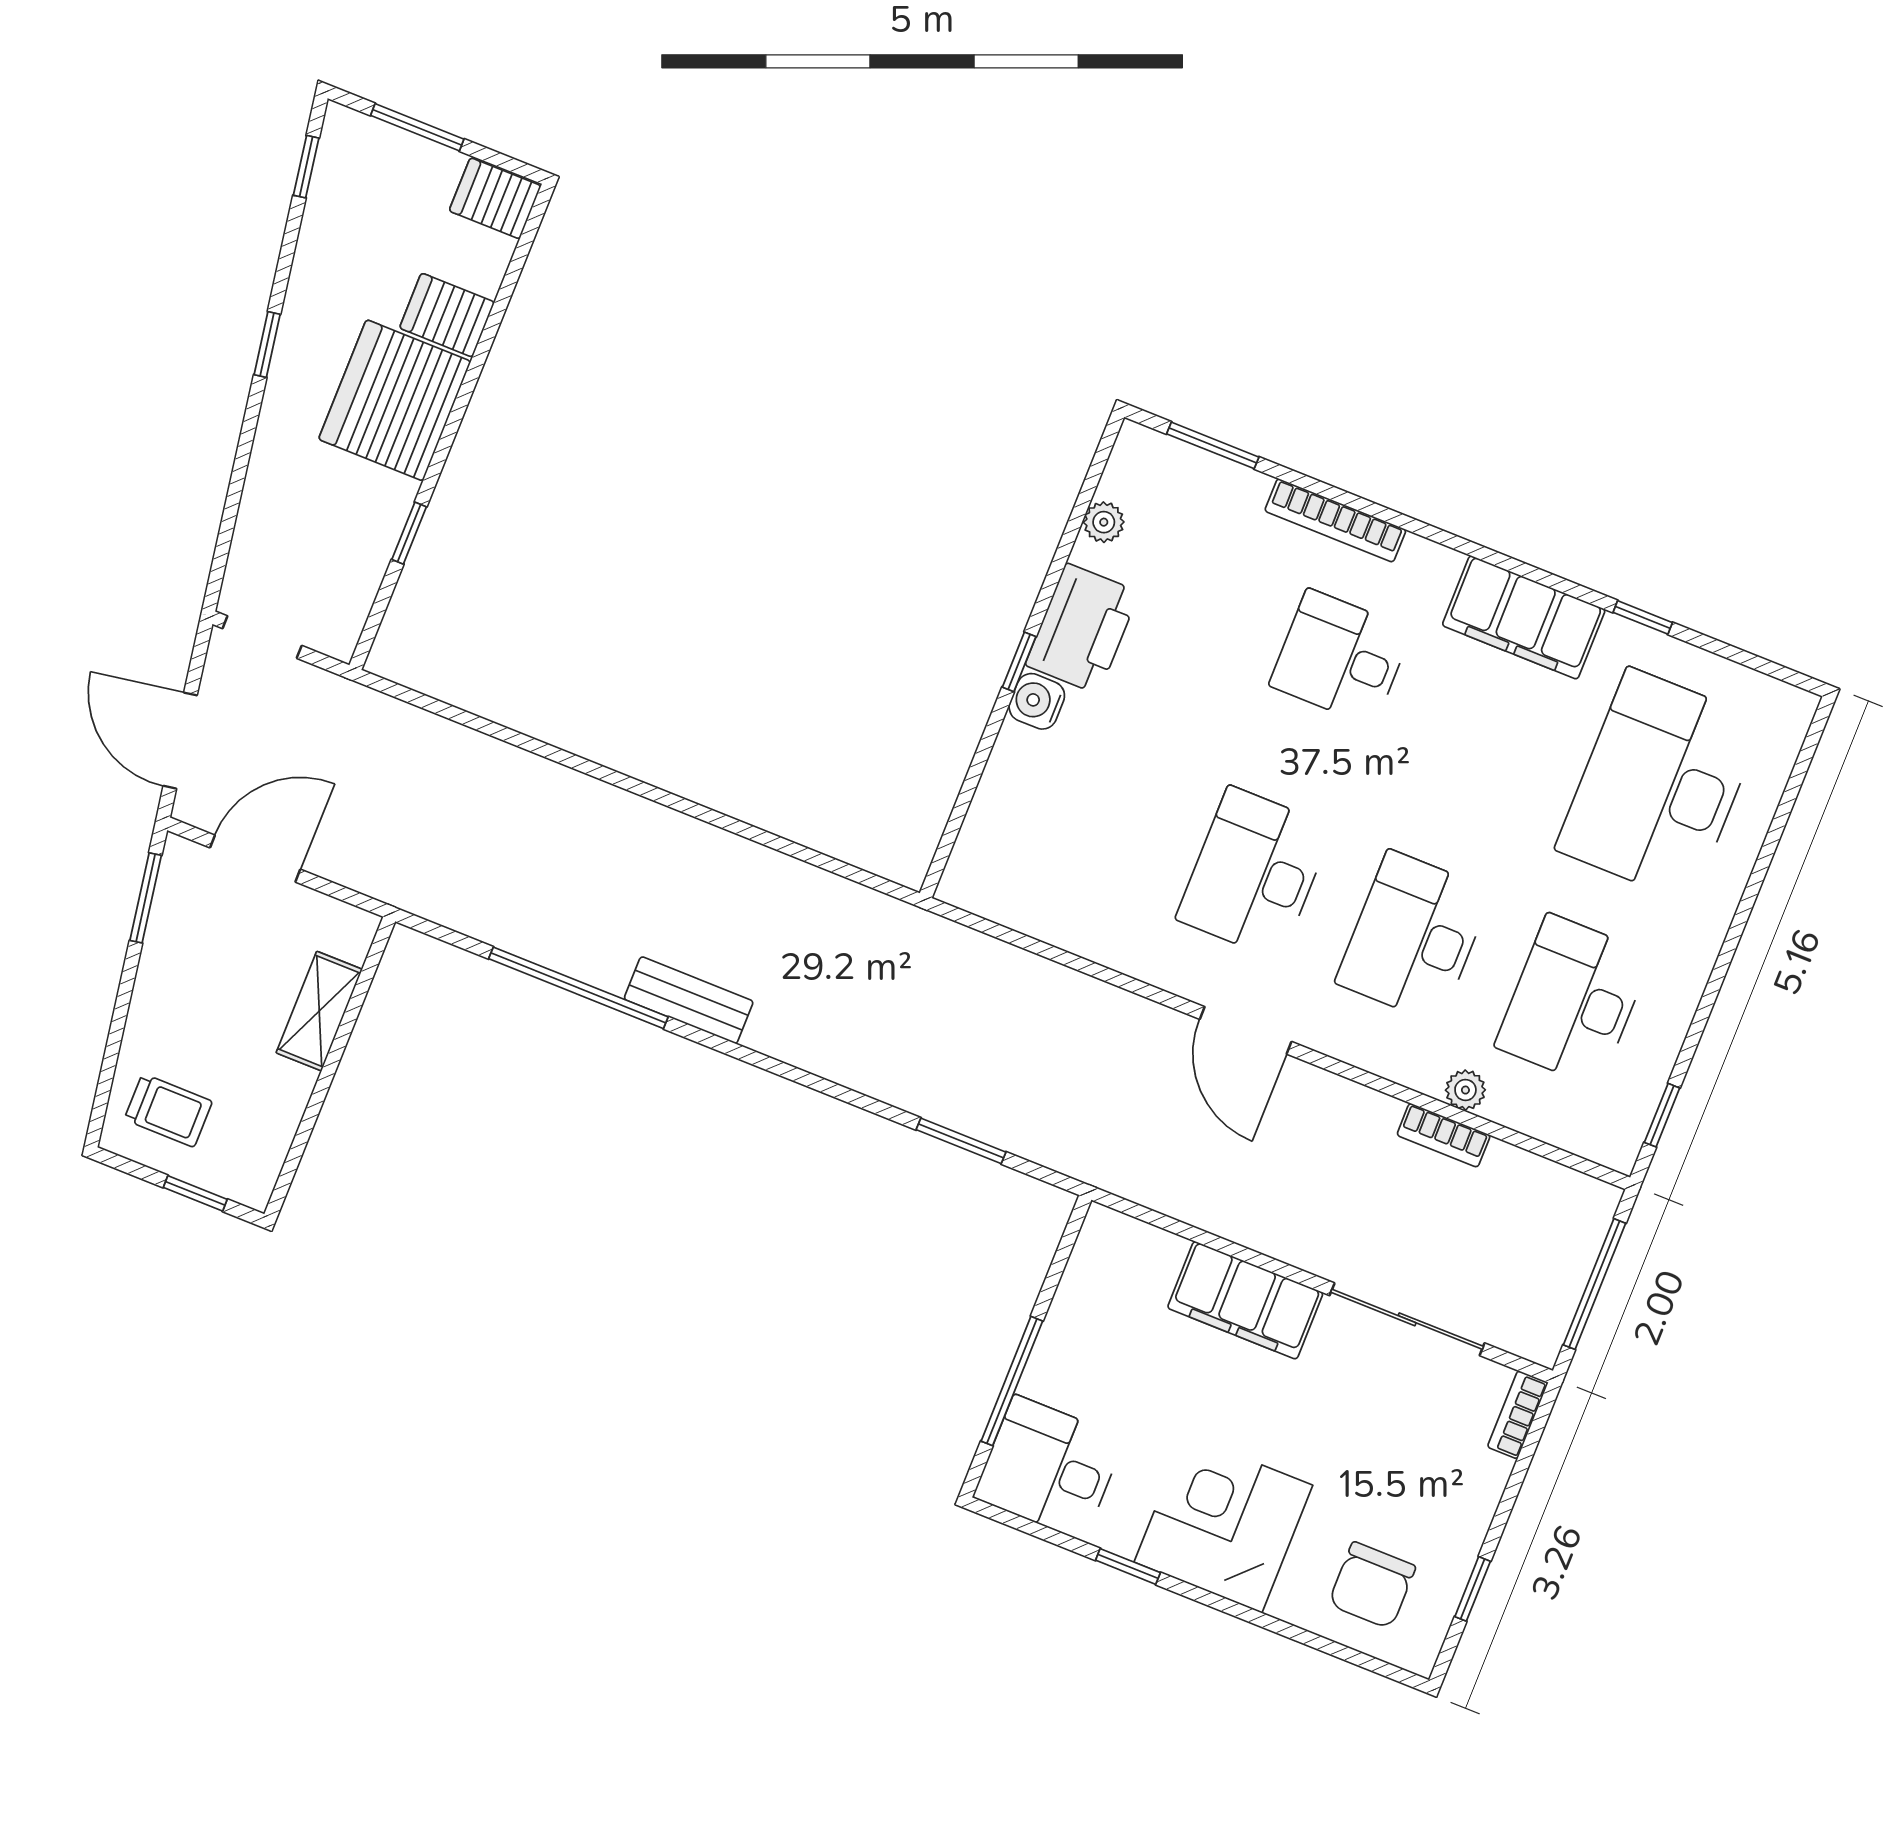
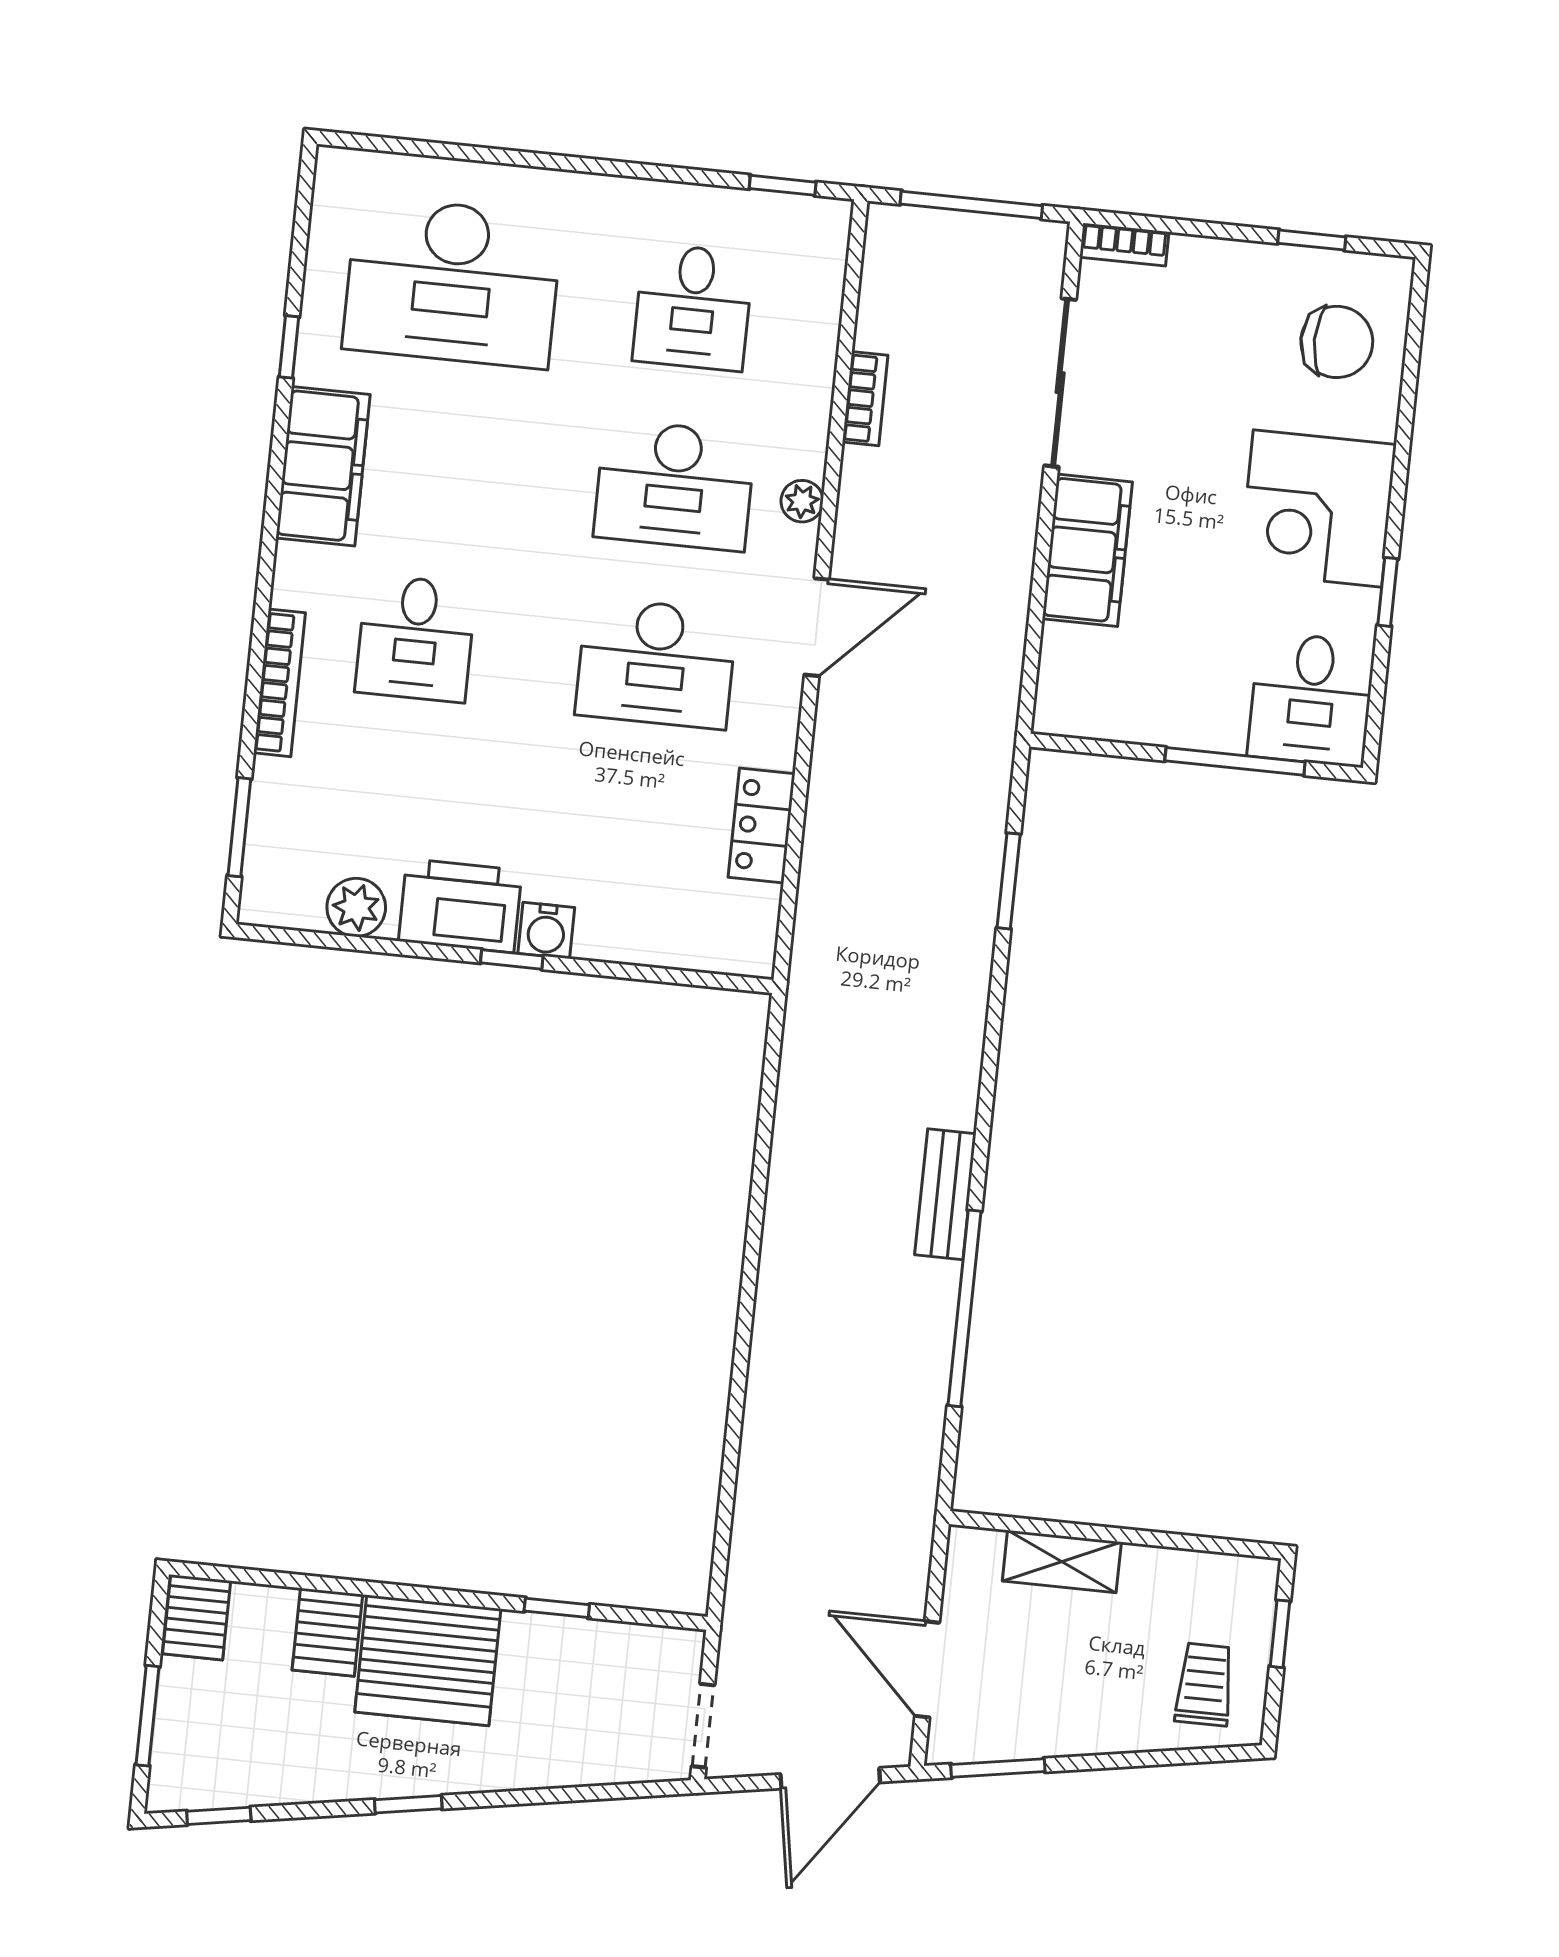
plant: (1104, 522) -> (356, 907), width x1.38, depth x1.38
locker: (1077, 928) -> (762, 825), added
desk: (1573, 1000) -> (693, 307), width x0.73
plant: (1465, 1090) -> (802, 501), moved

